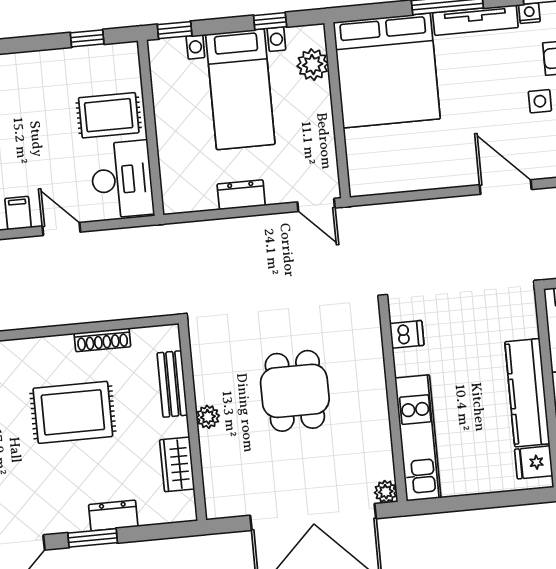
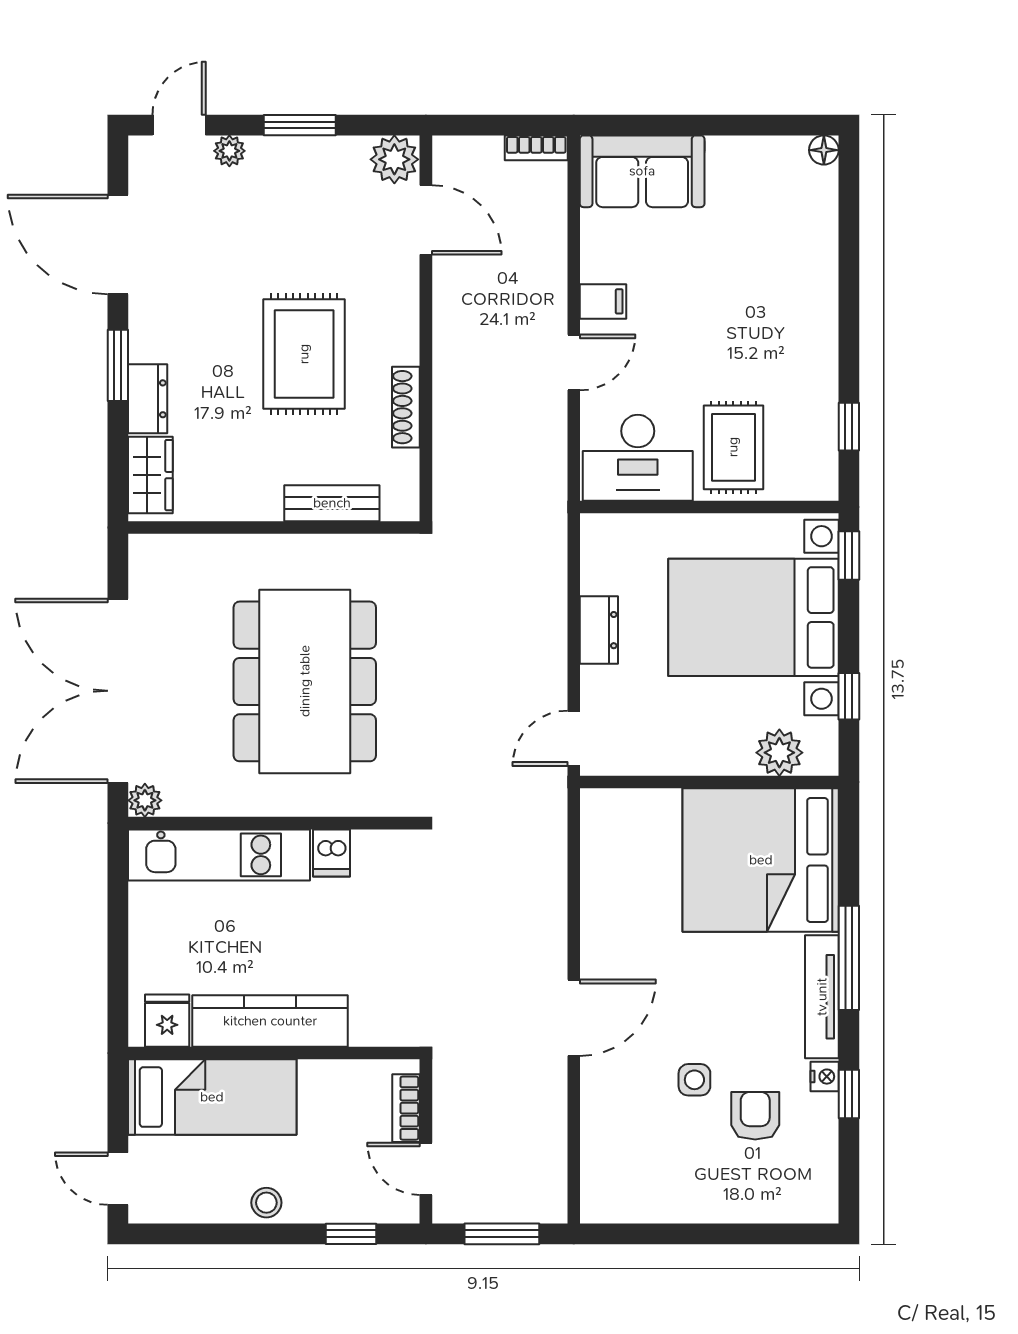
bed with nightstands: (240, 89) -> (753, 617), width x1.36
dishwasher: (407, 334) -> (332, 853), moved
dining table: (295, 391) -> (305, 681), width x1.88, depth x1.24
plant: (208, 417) -> (279, 551), removed
wardrobe: (177, 464) -> (150, 475), moved, turned 90

